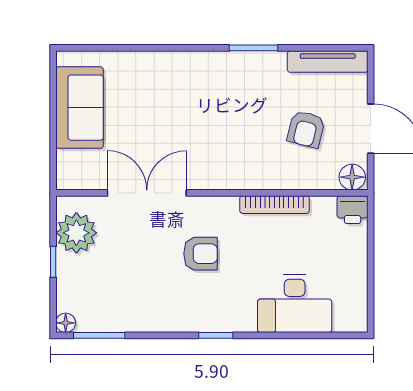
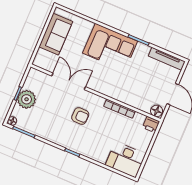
corner sofa: (202, 87) -> (110, 47), added
armchair: (306, 129) -> (146, 83), removed
plant: (76, 233) -> (27, 99), moved
desk: (295, 304) -> (126, 160), moved

